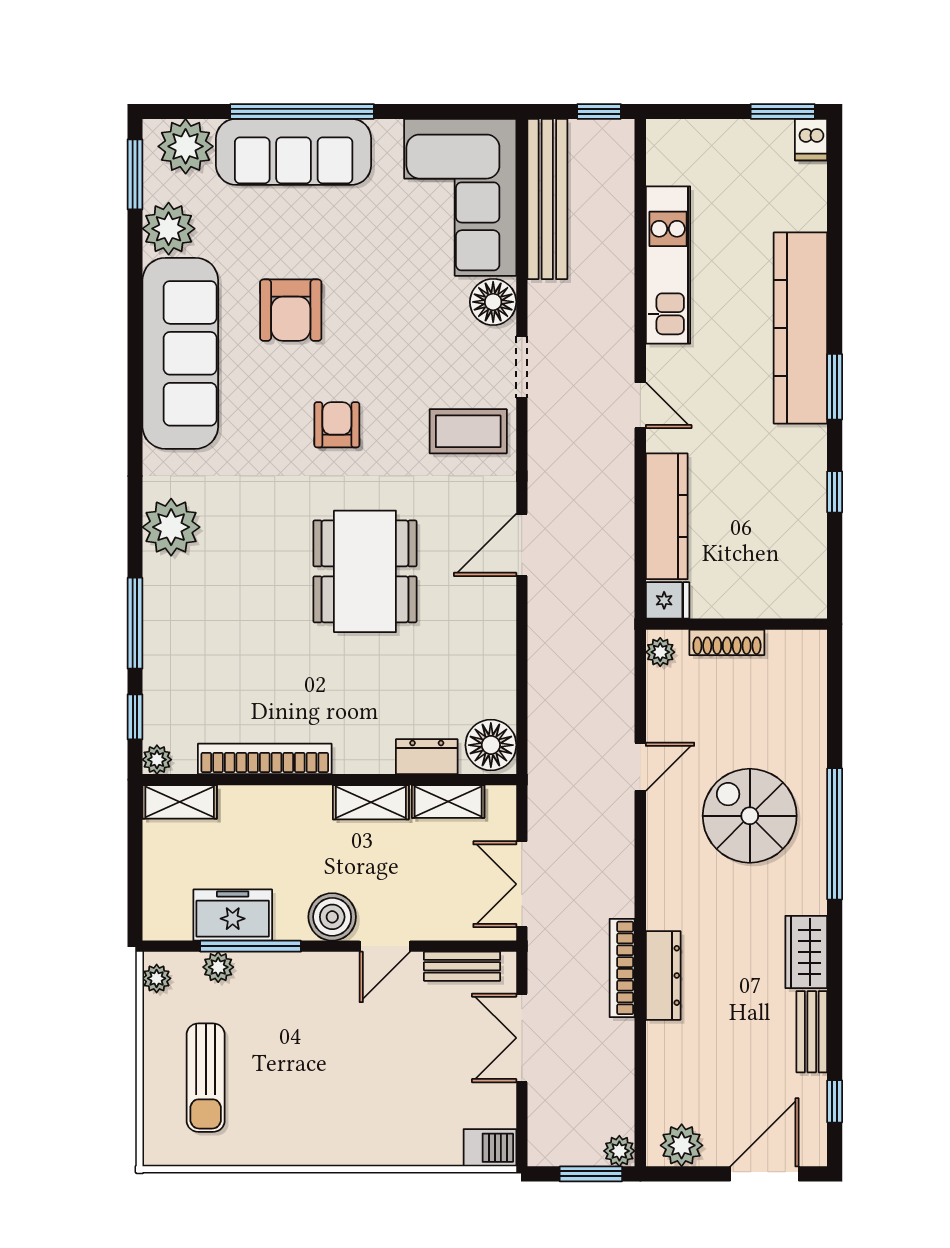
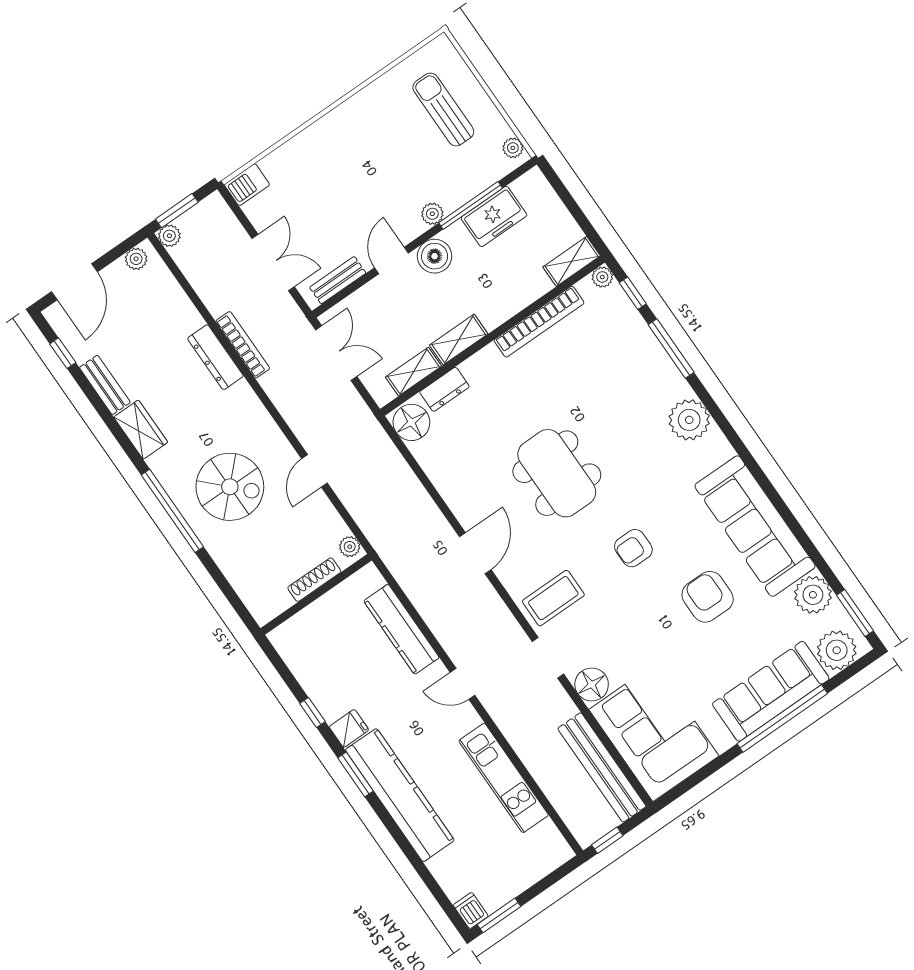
armchair: (337, 425) -> (633, 548), turned 90
fridge: (668, 600) -> (349, 728), moved, turned 180
plant: (218, 967) -> (432, 214), moved
plant: (682, 1145) -> (136, 259), width x0.73, depth x0.73

